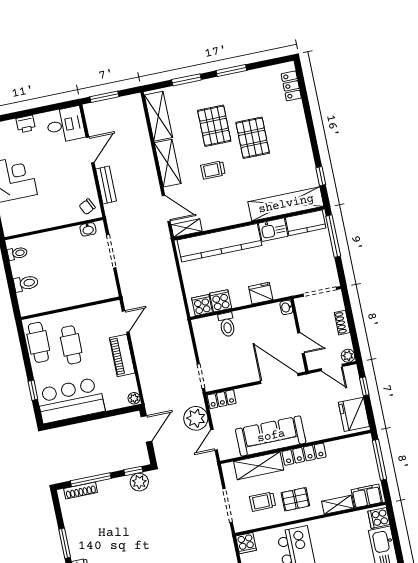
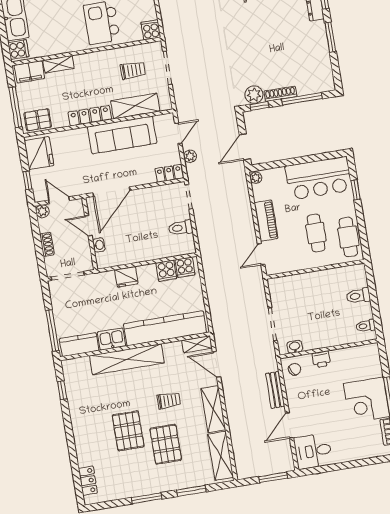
printer: (26, 124) -> (321, 359), moved, turned 180
shelving: (286, 204) -> (127, 359), moved
washbasin: (286, 307) -> (99, 245), moved
toilet: (227, 325) -> (181, 228), moved, turned -90
door: (279, 378) -> (111, 192), hinge flipped
plant: (196, 418) -> (190, 156), width x0.53, depth x0.53
shoe rack: (81, 491) -> (280, 94), moved
pallet: (295, 499) -> (38, 120), moved

